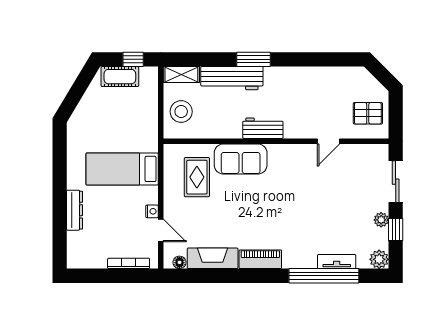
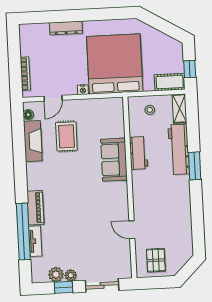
cot: (120, 77) -> (170, 82), moved, turned 90
stool: (181, 112) -> (150, 110), width x0.53, depth x0.53
workbench: (263, 128) -> (138, 153), moved
bed: (122, 169) -> (115, 64), width x2.04
rug: (197, 177) -> (66, 136), moved, turned 90
nightstand: (152, 211) -> (83, 90), moved
piano: (260, 259) -> (35, 208), moved
plant: (379, 259) -> (56, 274), moved

